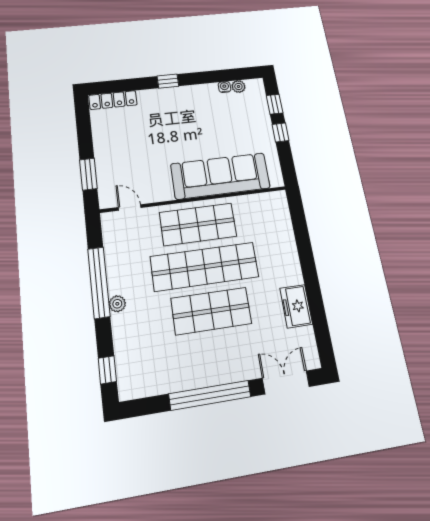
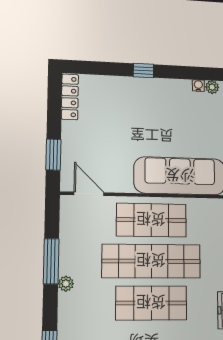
locker: (113, 100) -> (70, 97), moved, turned -90
door: (130, 207) -> (89, 194), width x1.38
window: (99, 282) -> (51, 261), width x0.68

